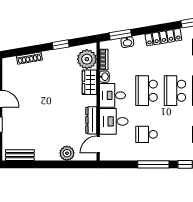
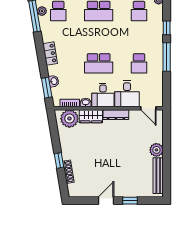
locker: (163, 37) -> (50, 54), width x0.66
window: (61, 45) -> (59, 161), moved
school desk: (175, 91) -> (99, 37), removed
dresser: (91, 120) -> (116, 115), moved
plant: (67, 153) -> (156, 150), moved
bench: (20, 155) -> (158, 176), width x1.36

